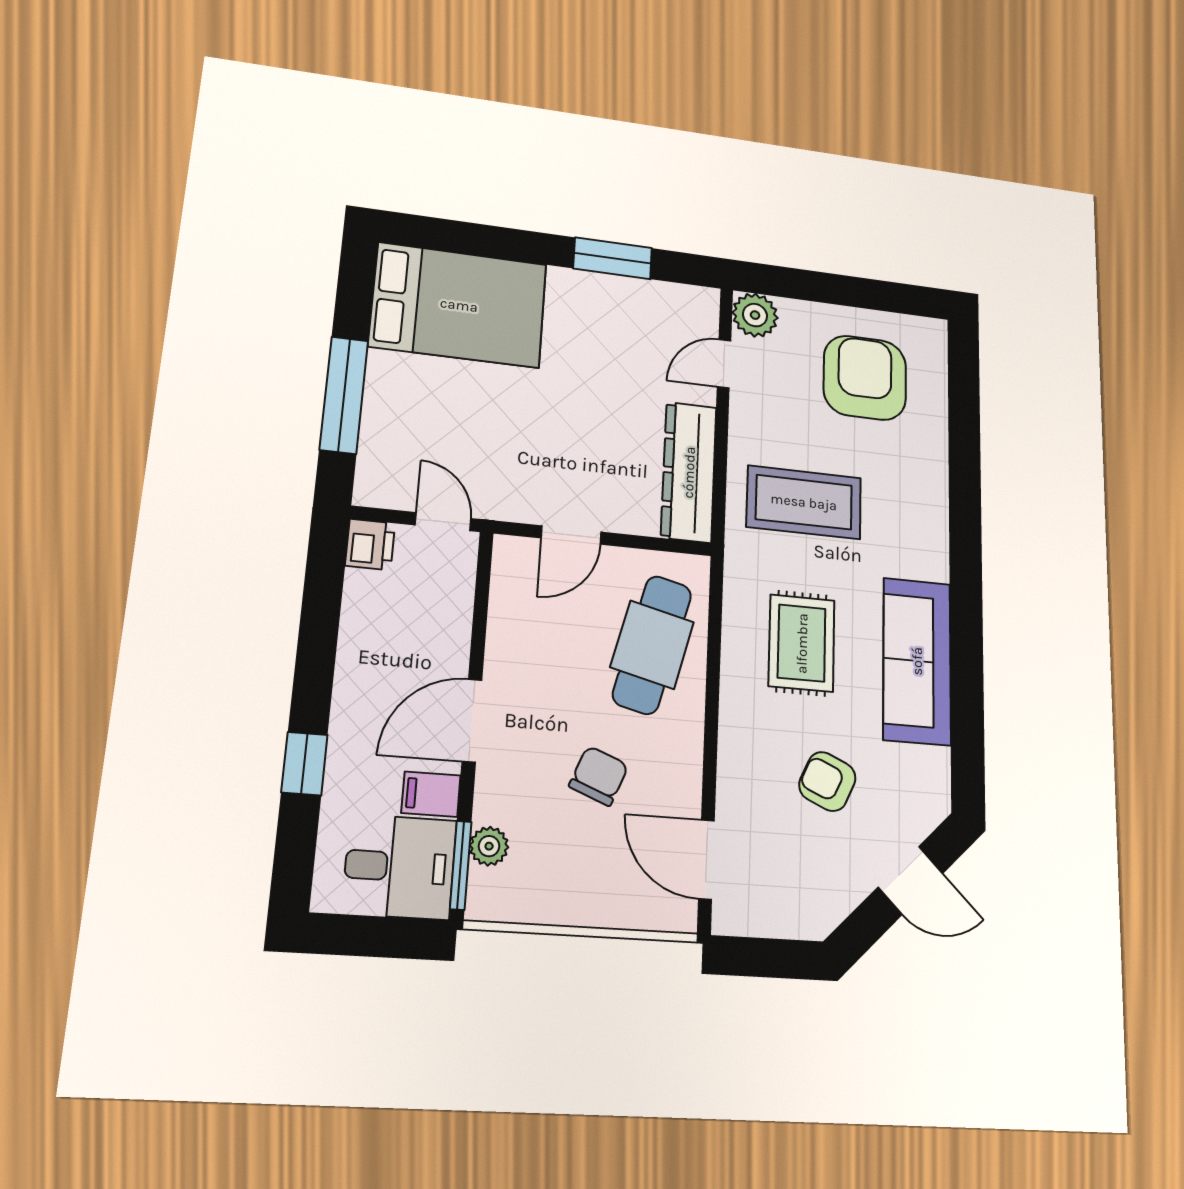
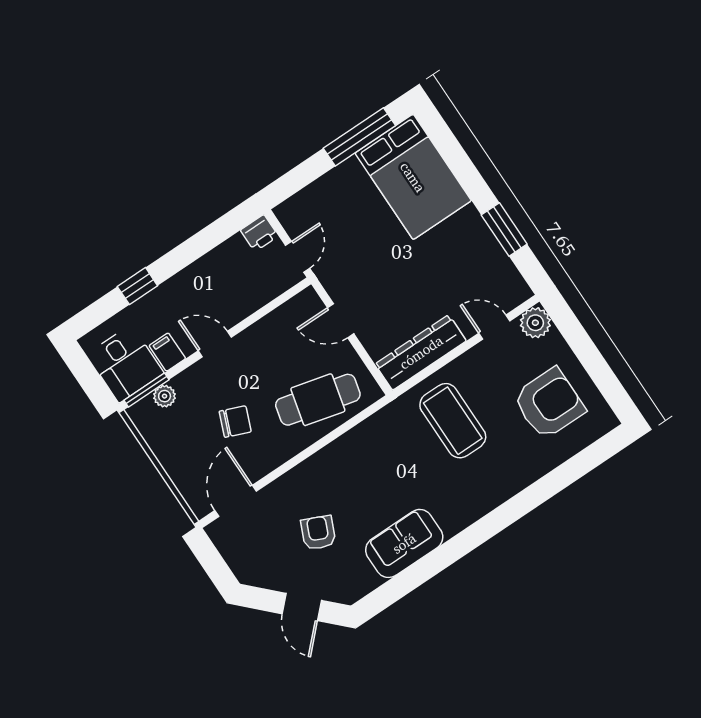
window: (344, 395) -> (359, 137), moved
rug: (802, 643) -> (378, 471), removed
sofa: (917, 661) -> (404, 543), width x0.73
door: (472, 721) -> (215, 344), width x0.73

